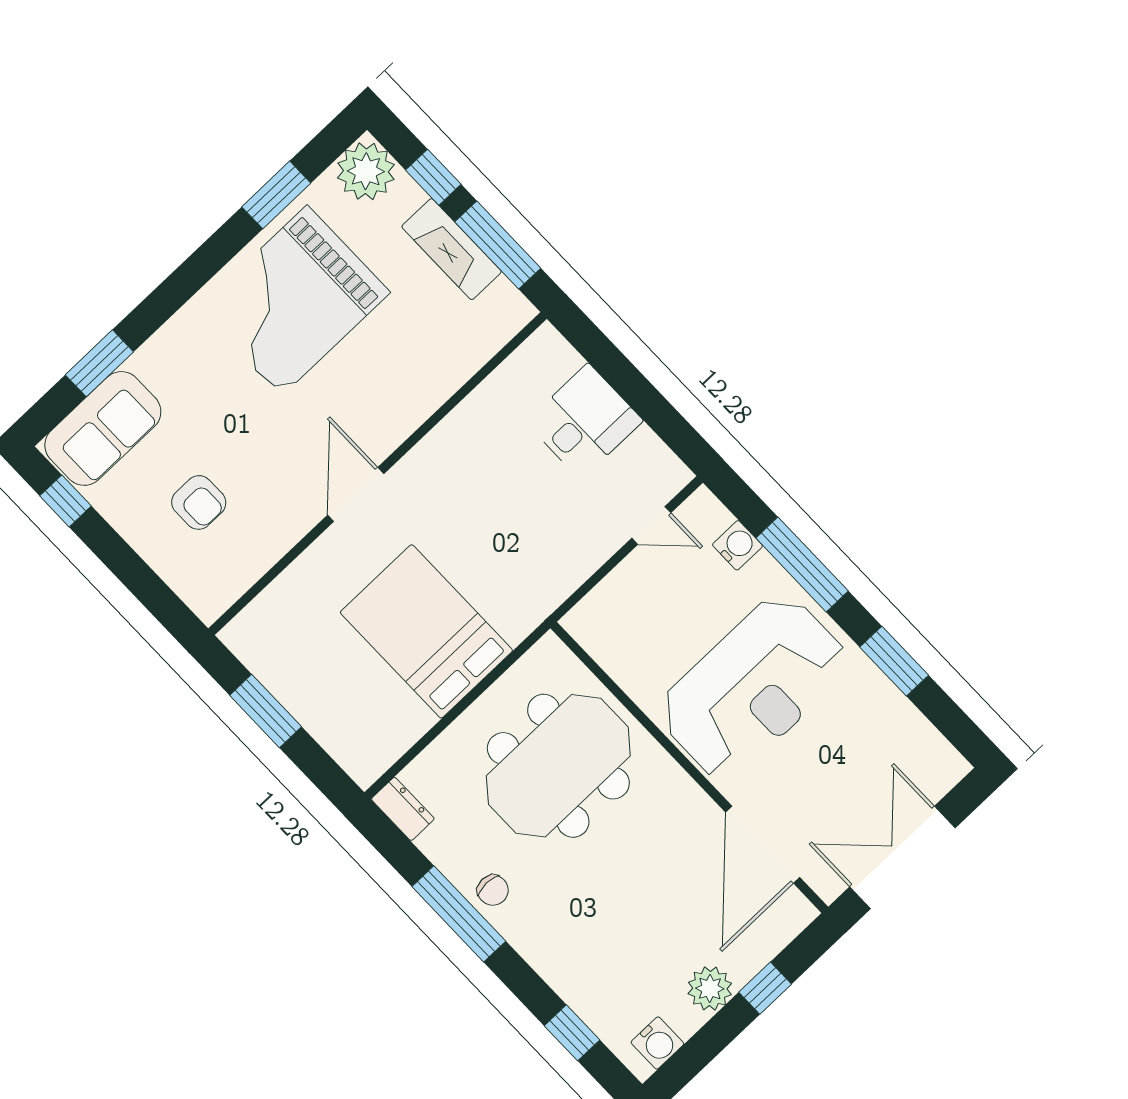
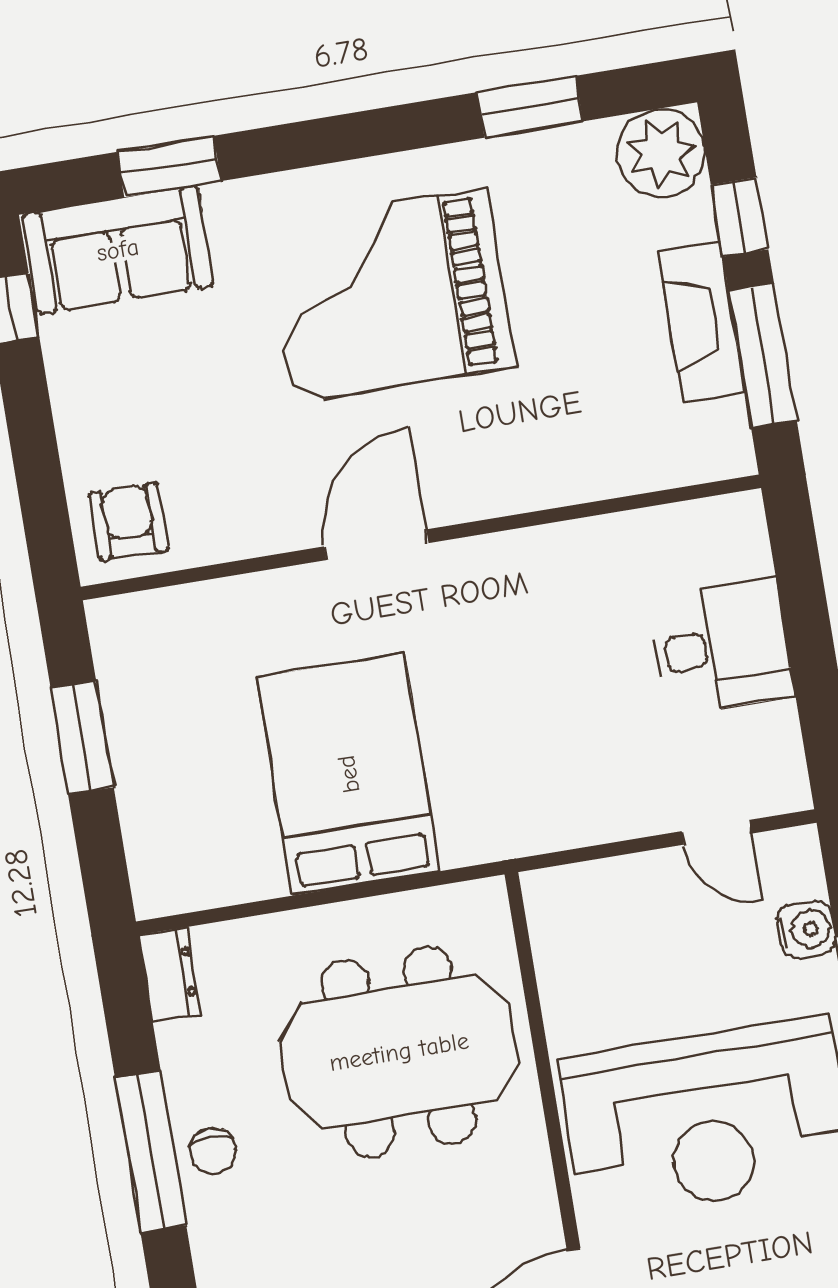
grand piano: (294, 301) -> (389, 295), moved
armchair: (199, 502) -> (129, 522), moved, turned 180

